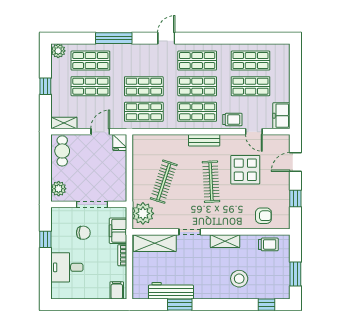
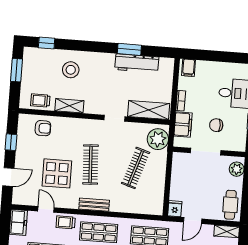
armchair: (263, 216) -> (43, 128), turned 180
shelving: (225, 241) -> (69, 106), moved

